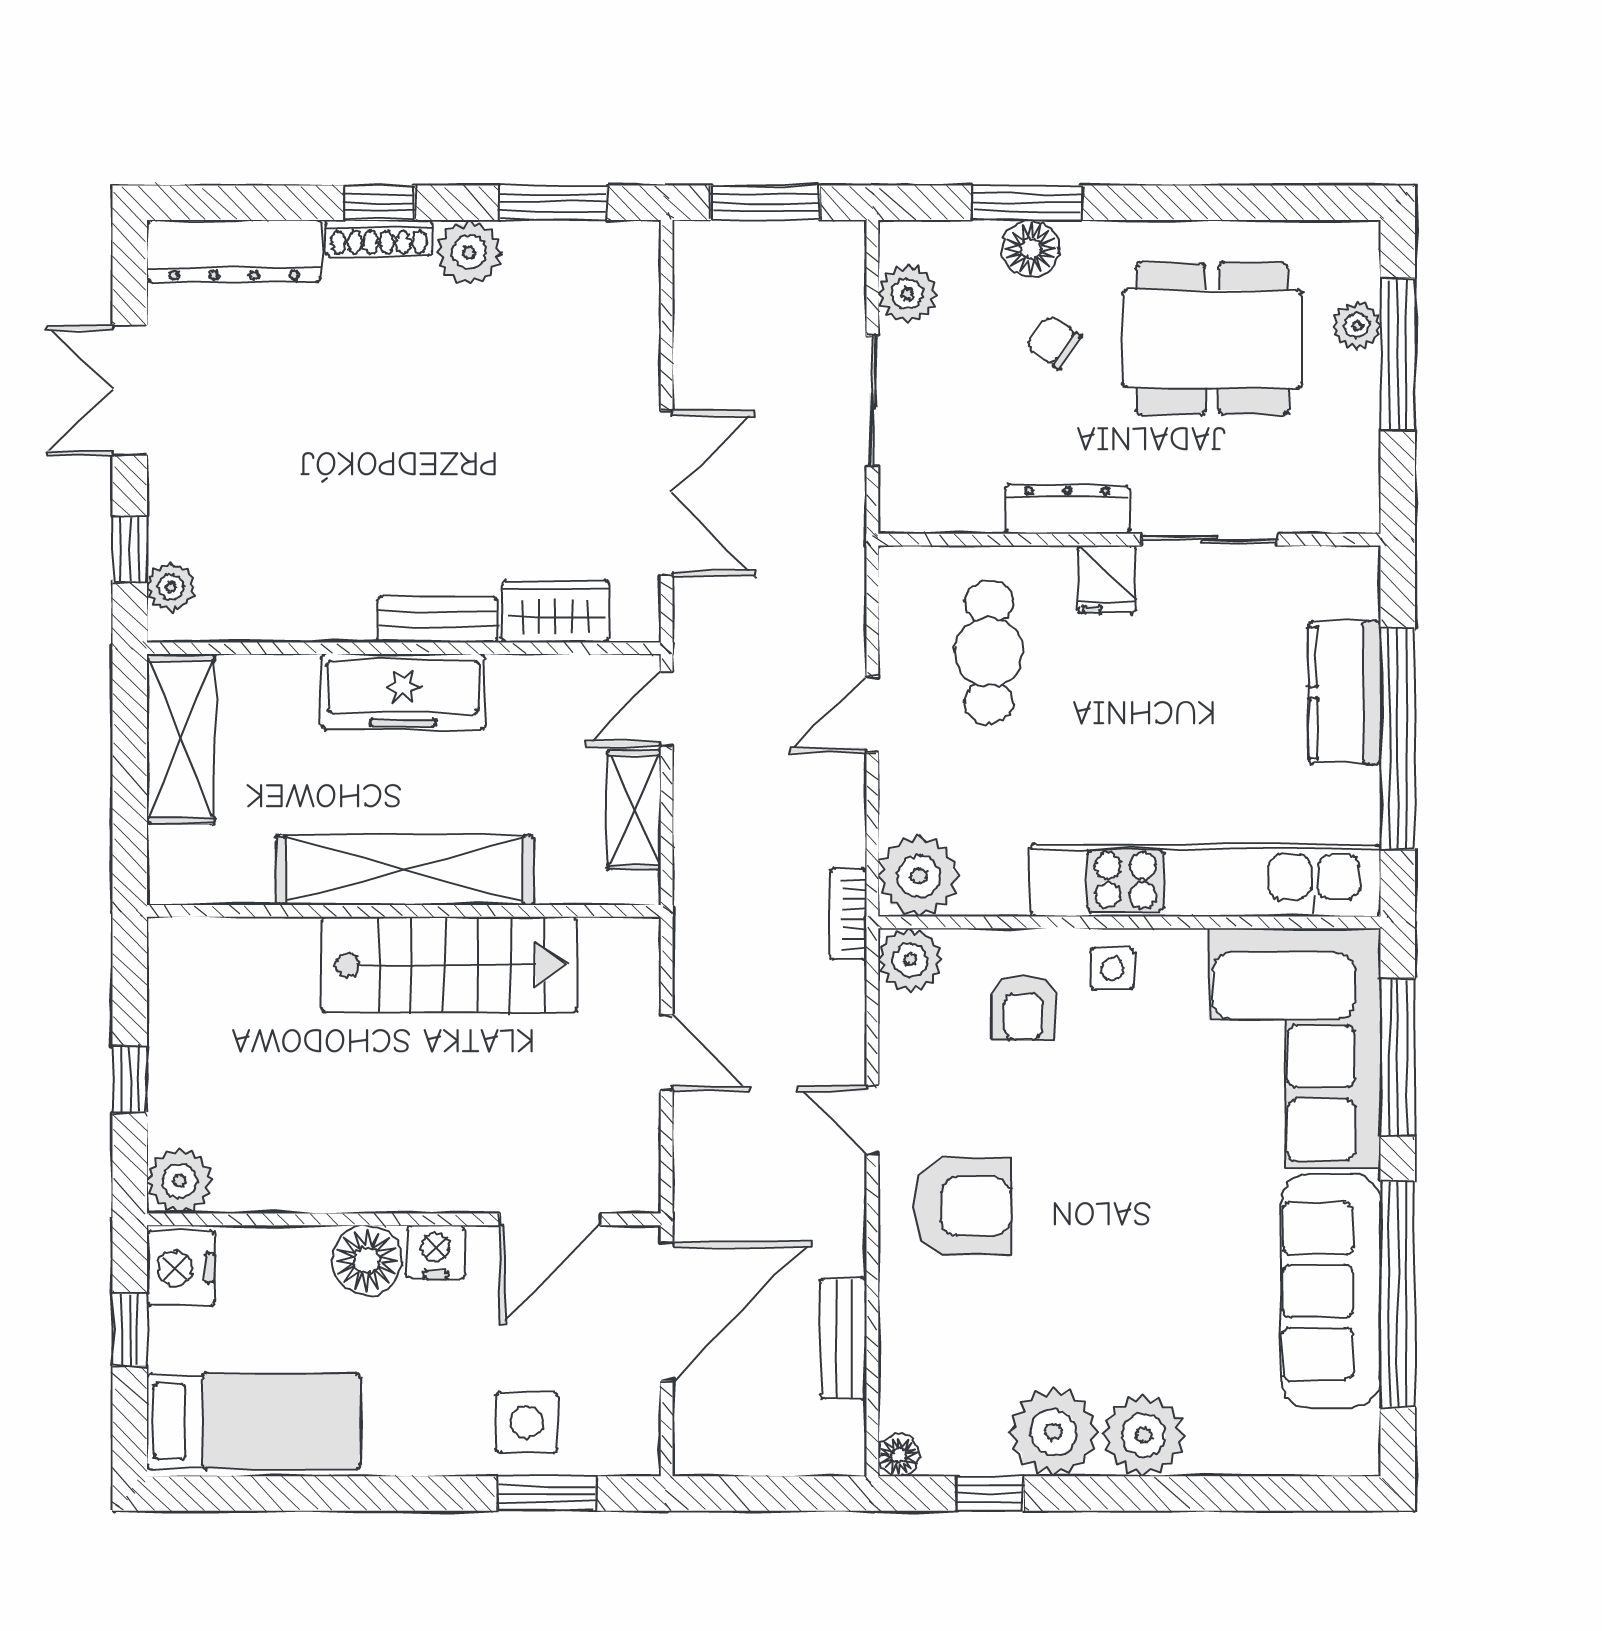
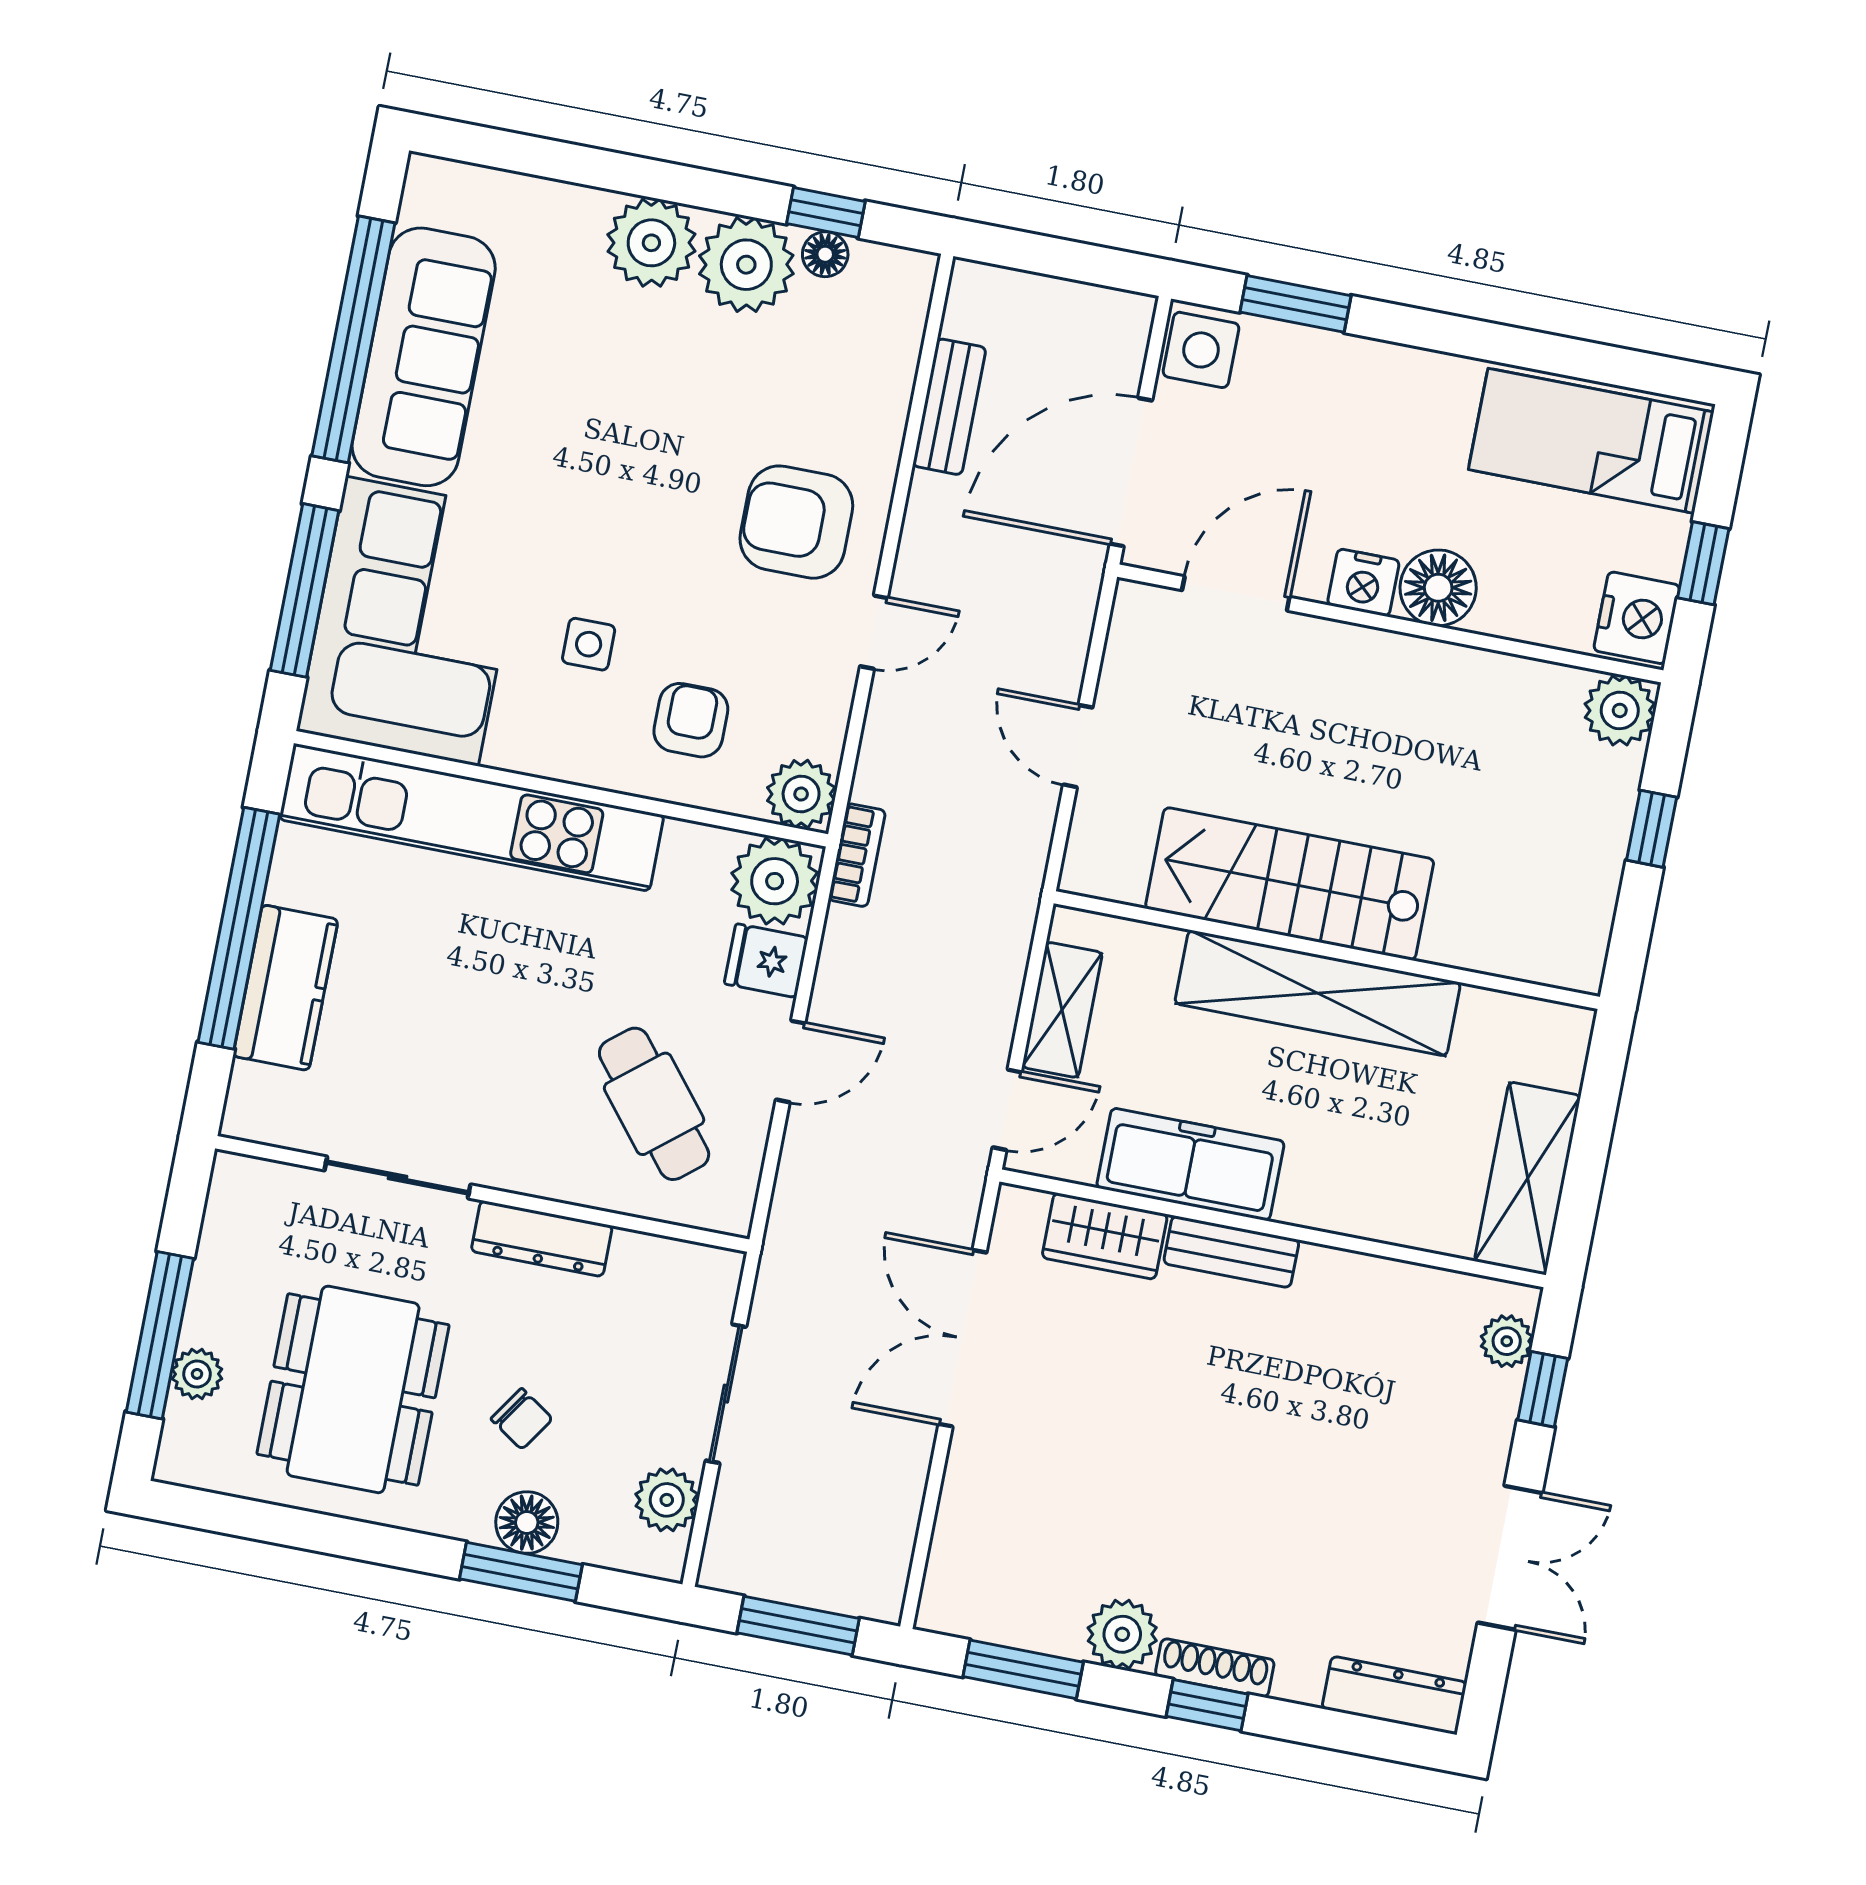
dresser: (234, 251) -> (1394, 1695), width x0.73, depth x0.80
dining table: (1212, 339) -> (353, 1389), turned 90
fridge: (1107, 580) -> (766, 961), moved, turned -90
cafe table: (989, 652) -> (654, 1104), turned -39
freezer: (403, 692) -> (1190, 1164), moved
side table: (1112, 969) -> (589, 644), moved
door: (872, 1120) -> (874, 632), hinge flipped
side table: (527, 1422) -> (1201, 350), moved
floor lamp: (899, 1455) -> (825, 254), moved

